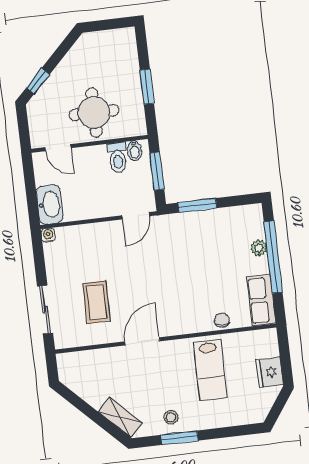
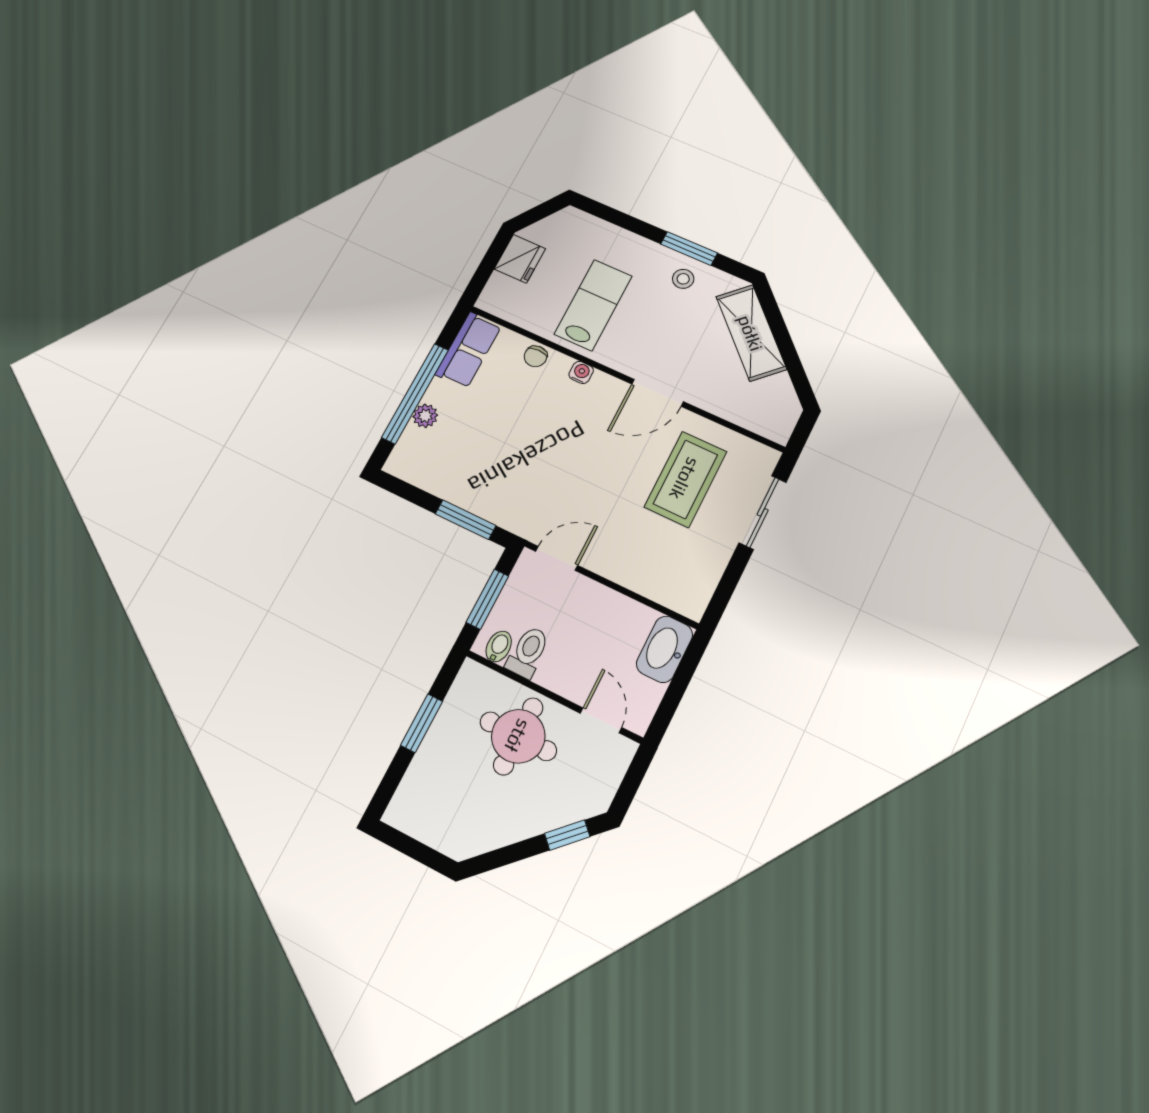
water cooler: (48, 235) -> (581, 372), moved, turned 180
coffee table: (96, 302) -> (685, 479), width x1.36, depth x1.32
shelving: (120, 417) -> (751, 333), width x1.50, depth x1.33

